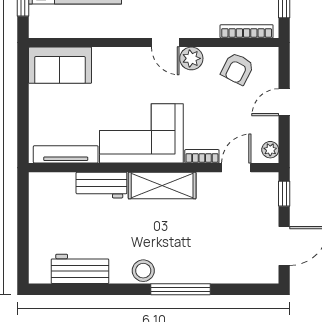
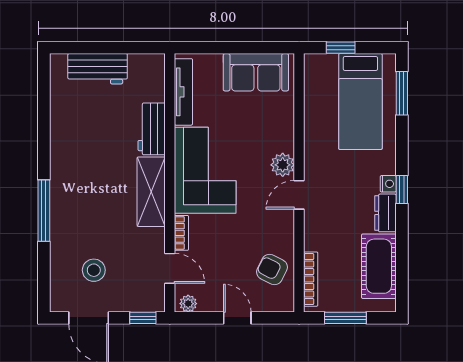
plant: (191, 58) -> (283, 165), moved
sofa: (60, 65) -> (256, 72), moved, turned -90
workbench: (80, 269) -> (98, 69), moved, turned 90
stool: (143, 271) -> (94, 270), moved

